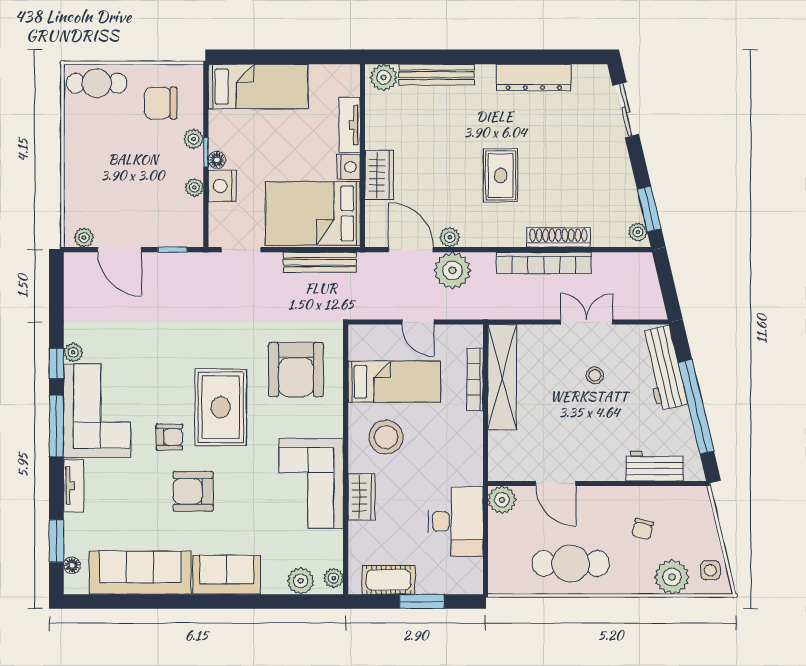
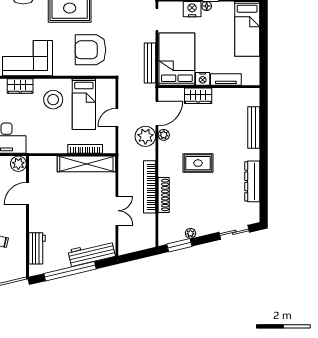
plant: (384, 77) -> (252, 98), removed
plant: (638, 232) -> (190, 233), moved
stool: (595, 375) -> (87, 215), removed

